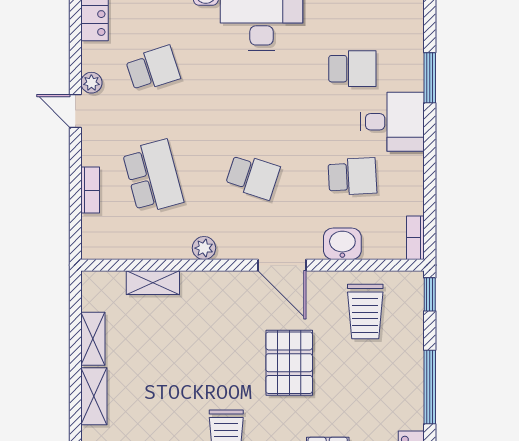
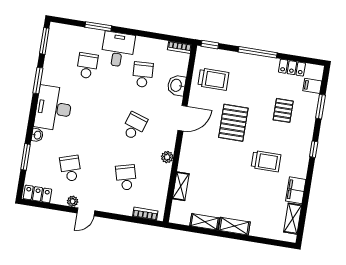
school desk: (153, 176) -> (126, 177), width x0.54
bookcase: (90, 190) -> (145, 214), moved
pallet: (289, 363) -> (233, 123), turned 90

